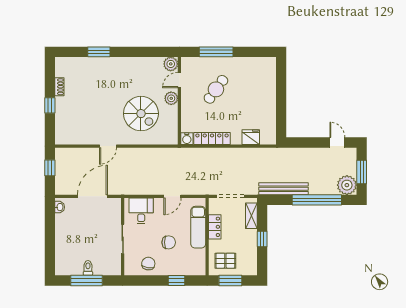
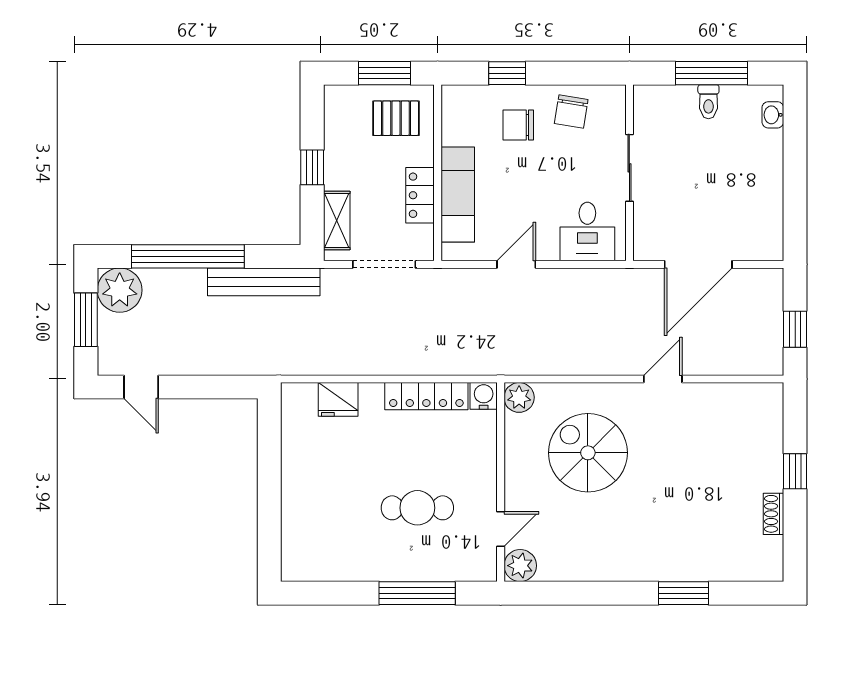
cafe table: (216, 89) -> (417, 508), turned 54
plant: (171, 98) -> (519, 397), moved
washbasin: (60, 207) -> (773, 115), moved
chair: (169, 242) -> (518, 125), moved

